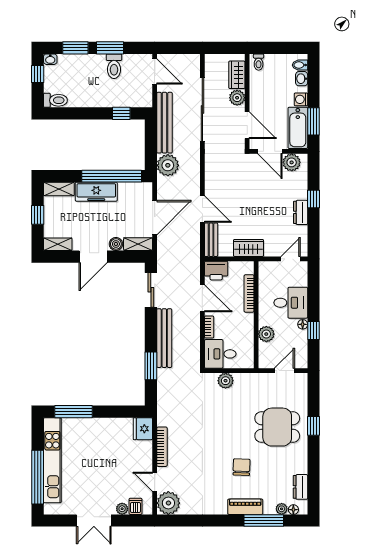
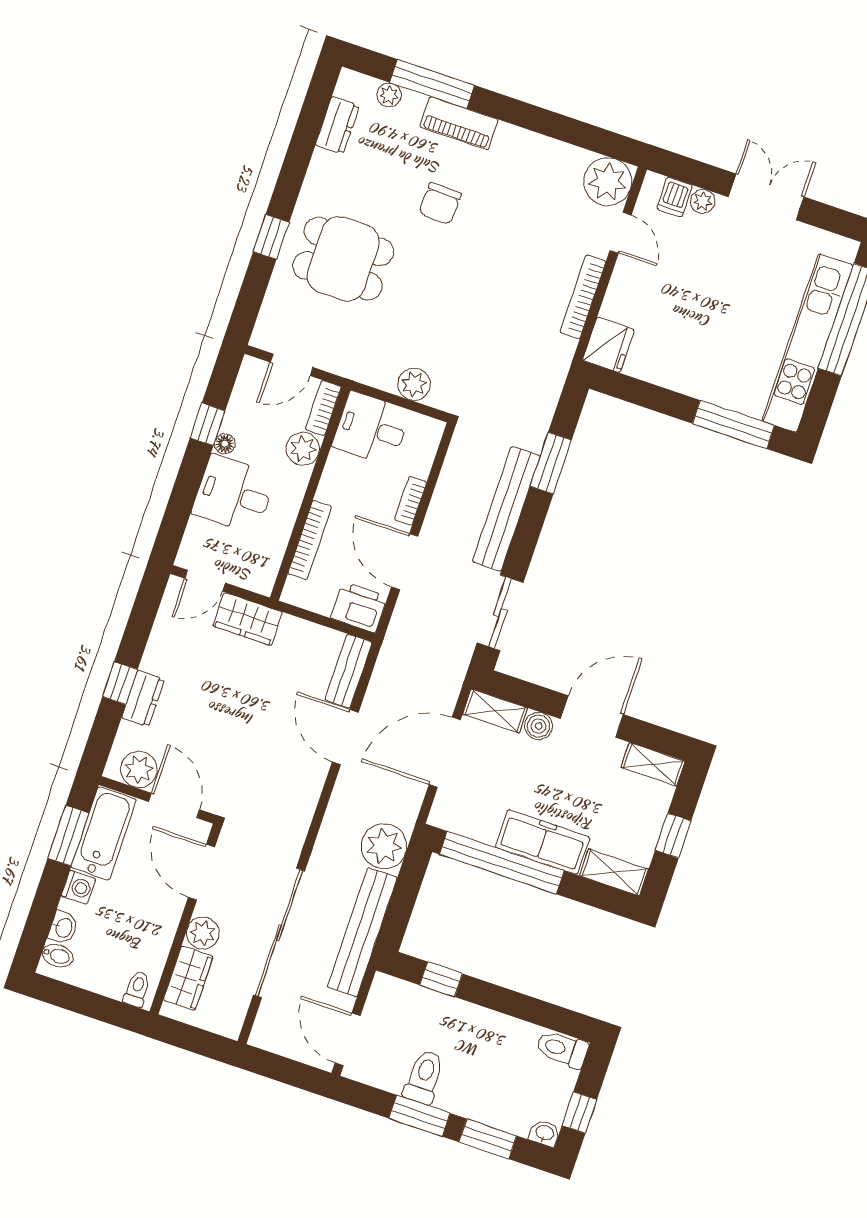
dresser: (301, 212) -> (143, 699), moved
wardrobe: (249, 248) -> (248, 619), moved
desk: (220, 354) -> (371, 429), moved, turned 180
bookcase: (263, 356) -> (323, 408), added
floor lamp: (293, 510) -> (366, 85), removed

